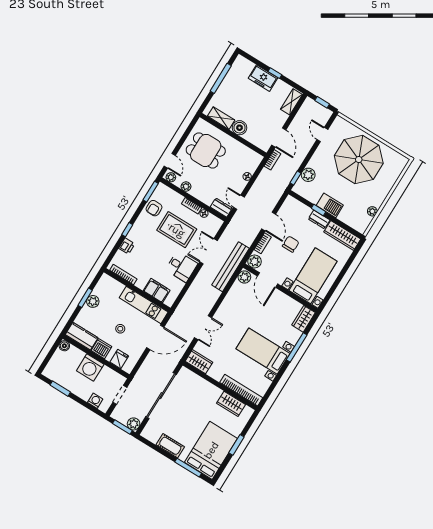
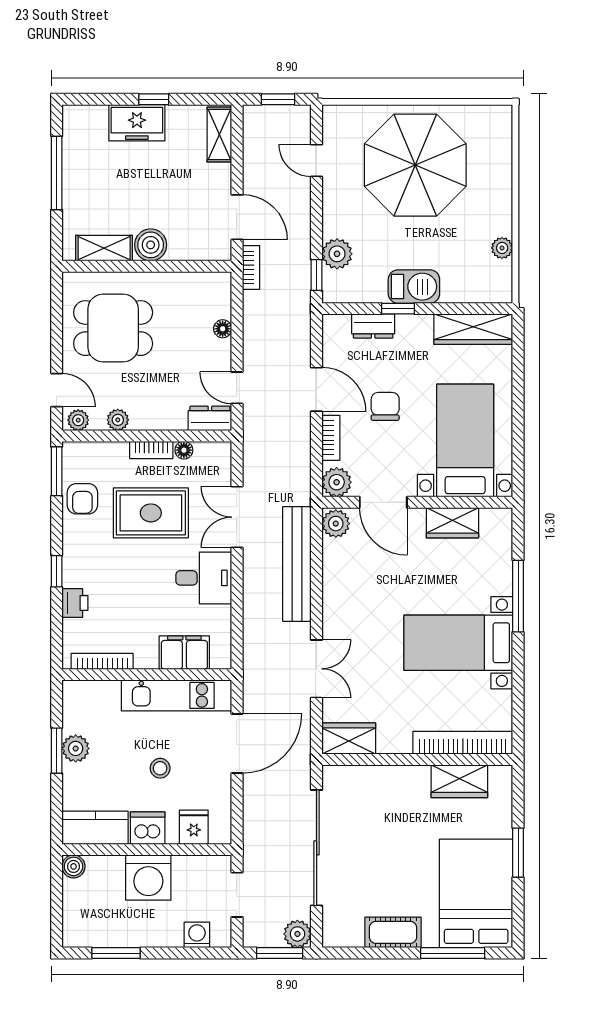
dresser: (319, 219) -> (373, 326), moved
bench: (230, 267) -> (297, 564), moved
wardrobe: (304, 319) -> (452, 523), moved, turned -90

